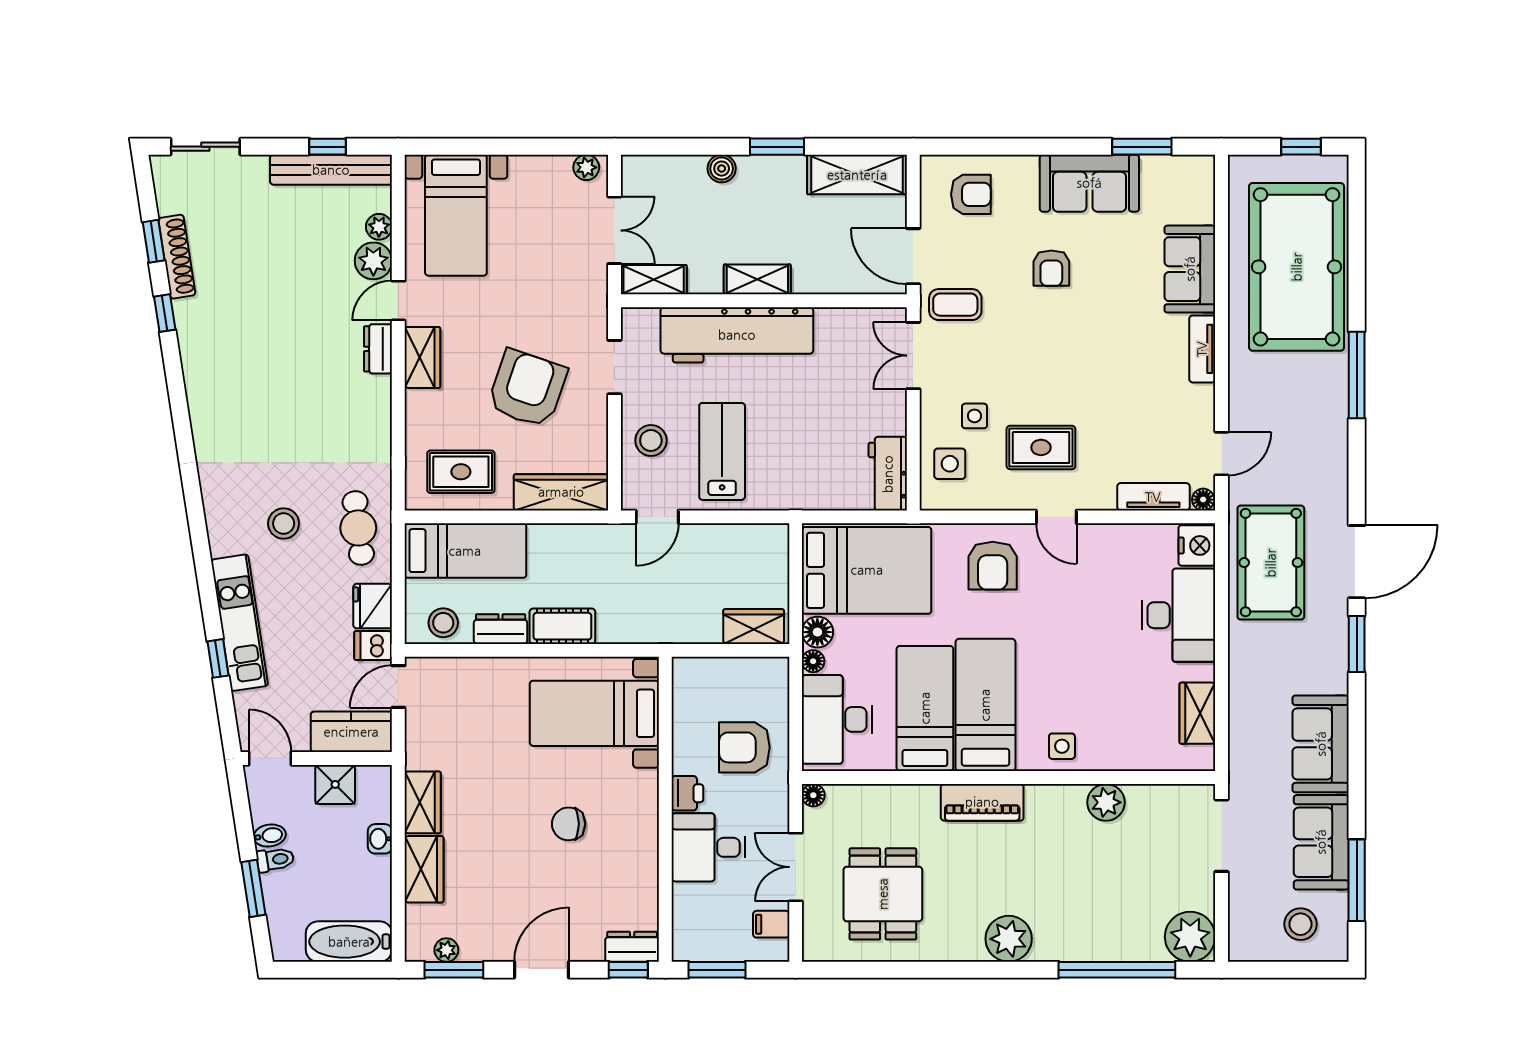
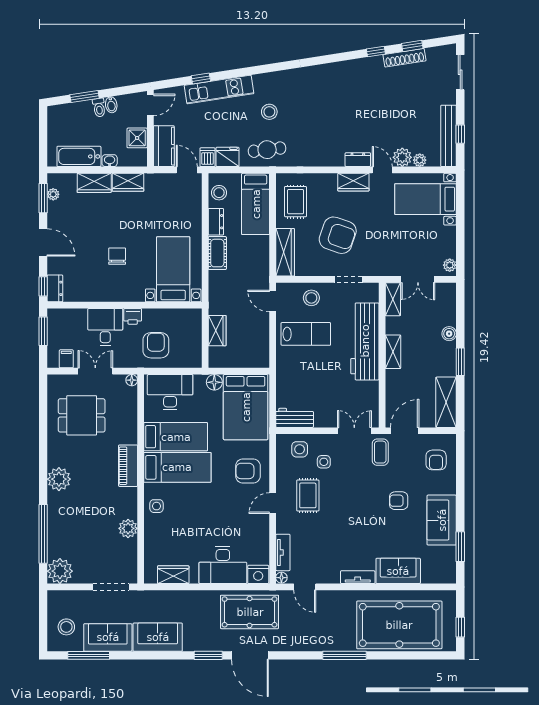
wardrobe: (754, 627) -> (217, 331), moved
floor lamp: (813, 661) -> (200, 380), removed
bathtub: (349, 942) -> (79, 156), moved, turned -90

